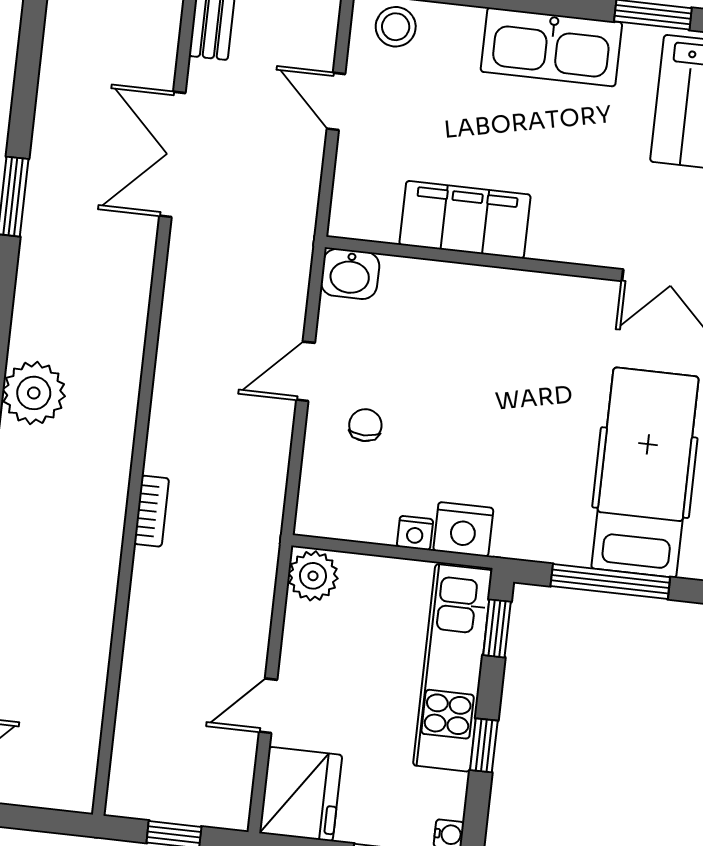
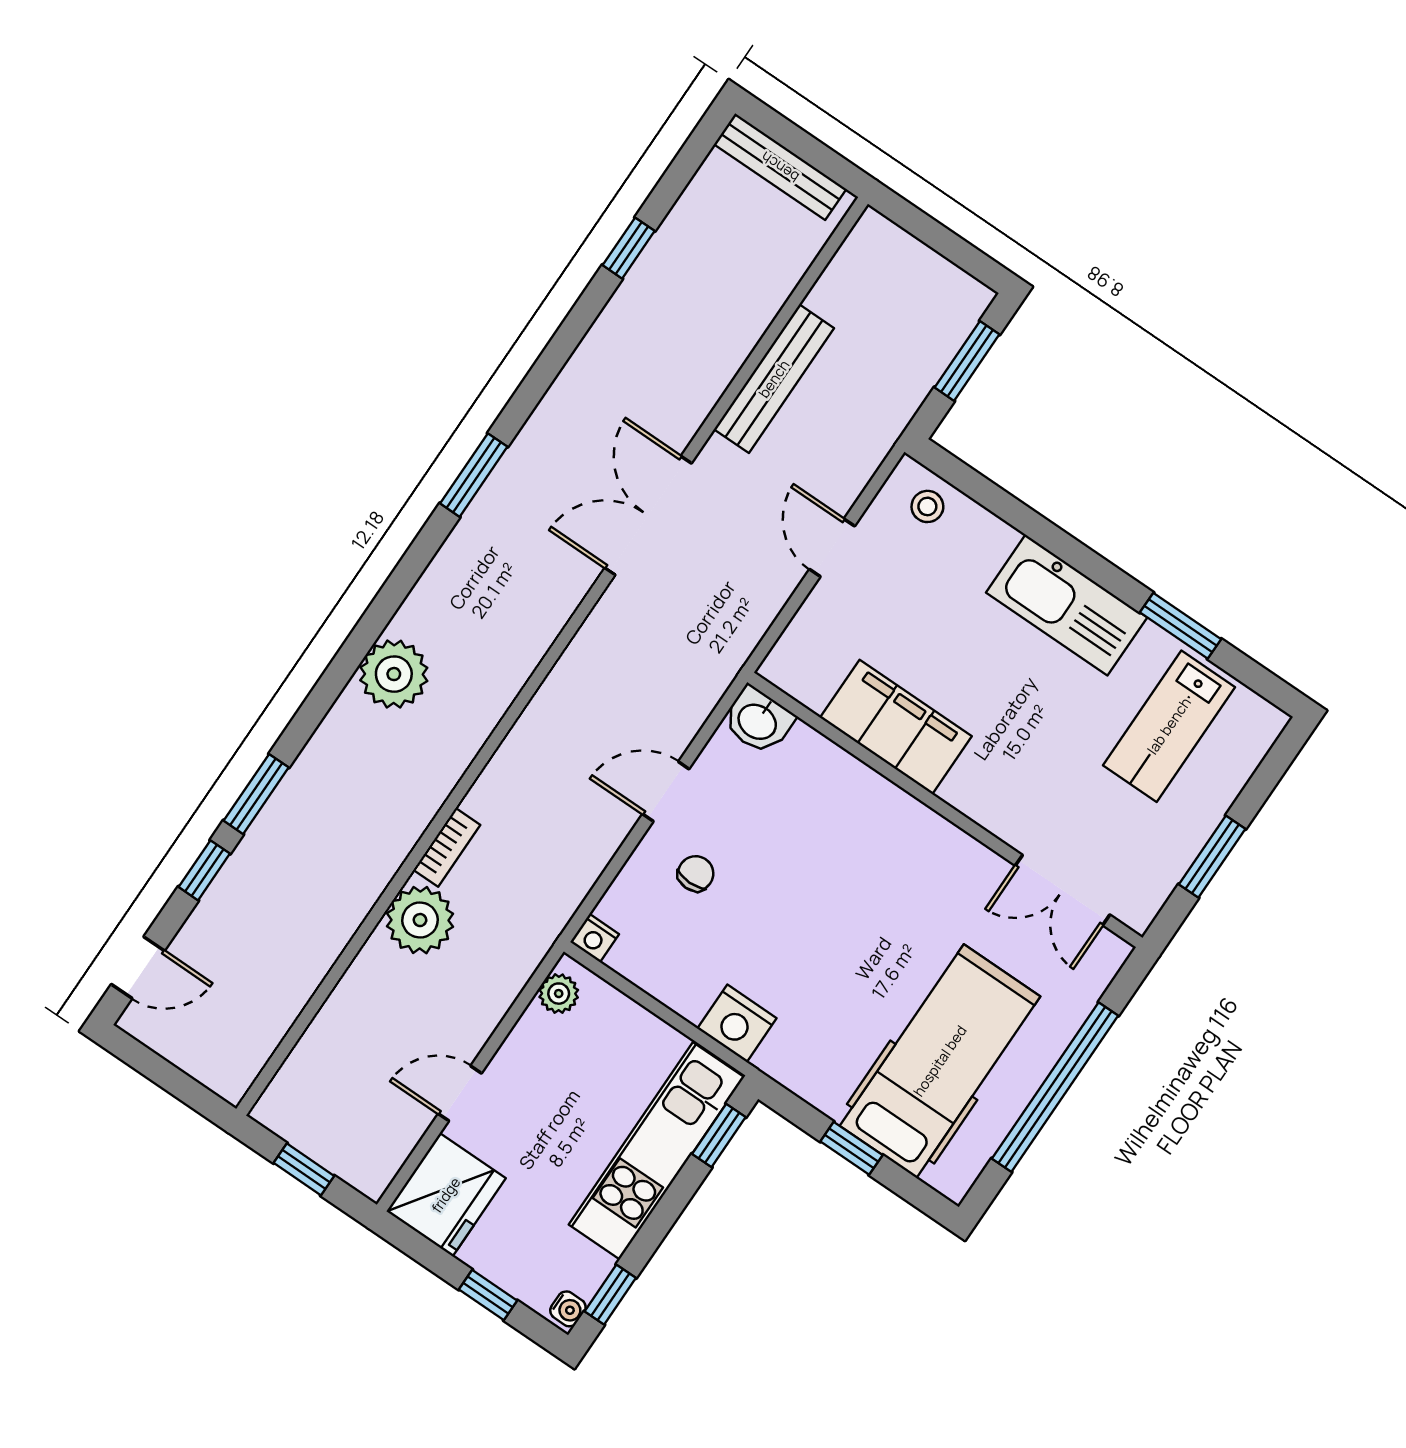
stool: (396, 27) -> (927, 506), width x0.73, depth x0.73
nightstand: (415, 533) -> (595, 938), moved
plant: (313, 576) -> (559, 994), width x0.73, depth x0.73
plant: (161, 582) -> (420, 920), added
window: (610, 582) -> (851, 1148), width x0.46
window: (484, 745) -> (610, 1295), moved

